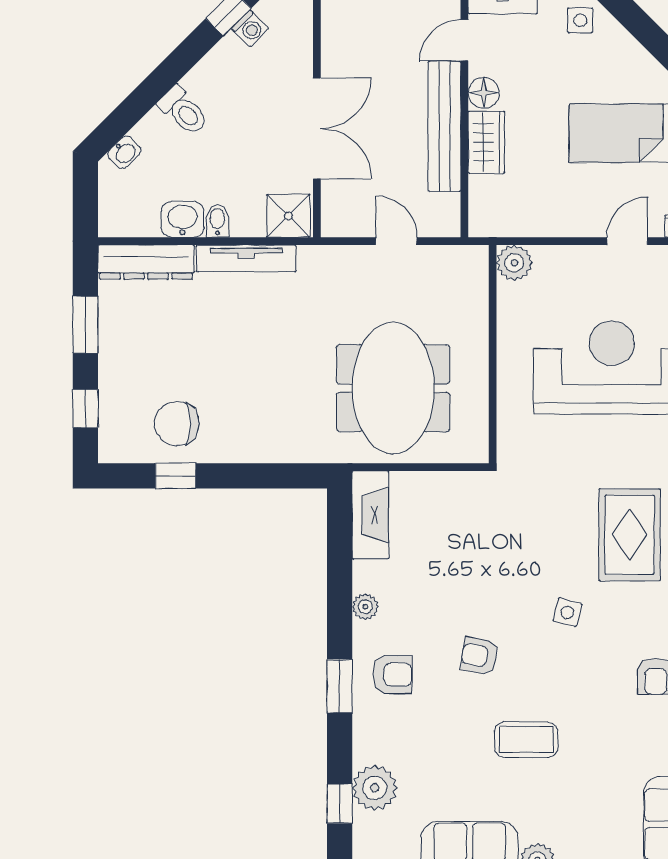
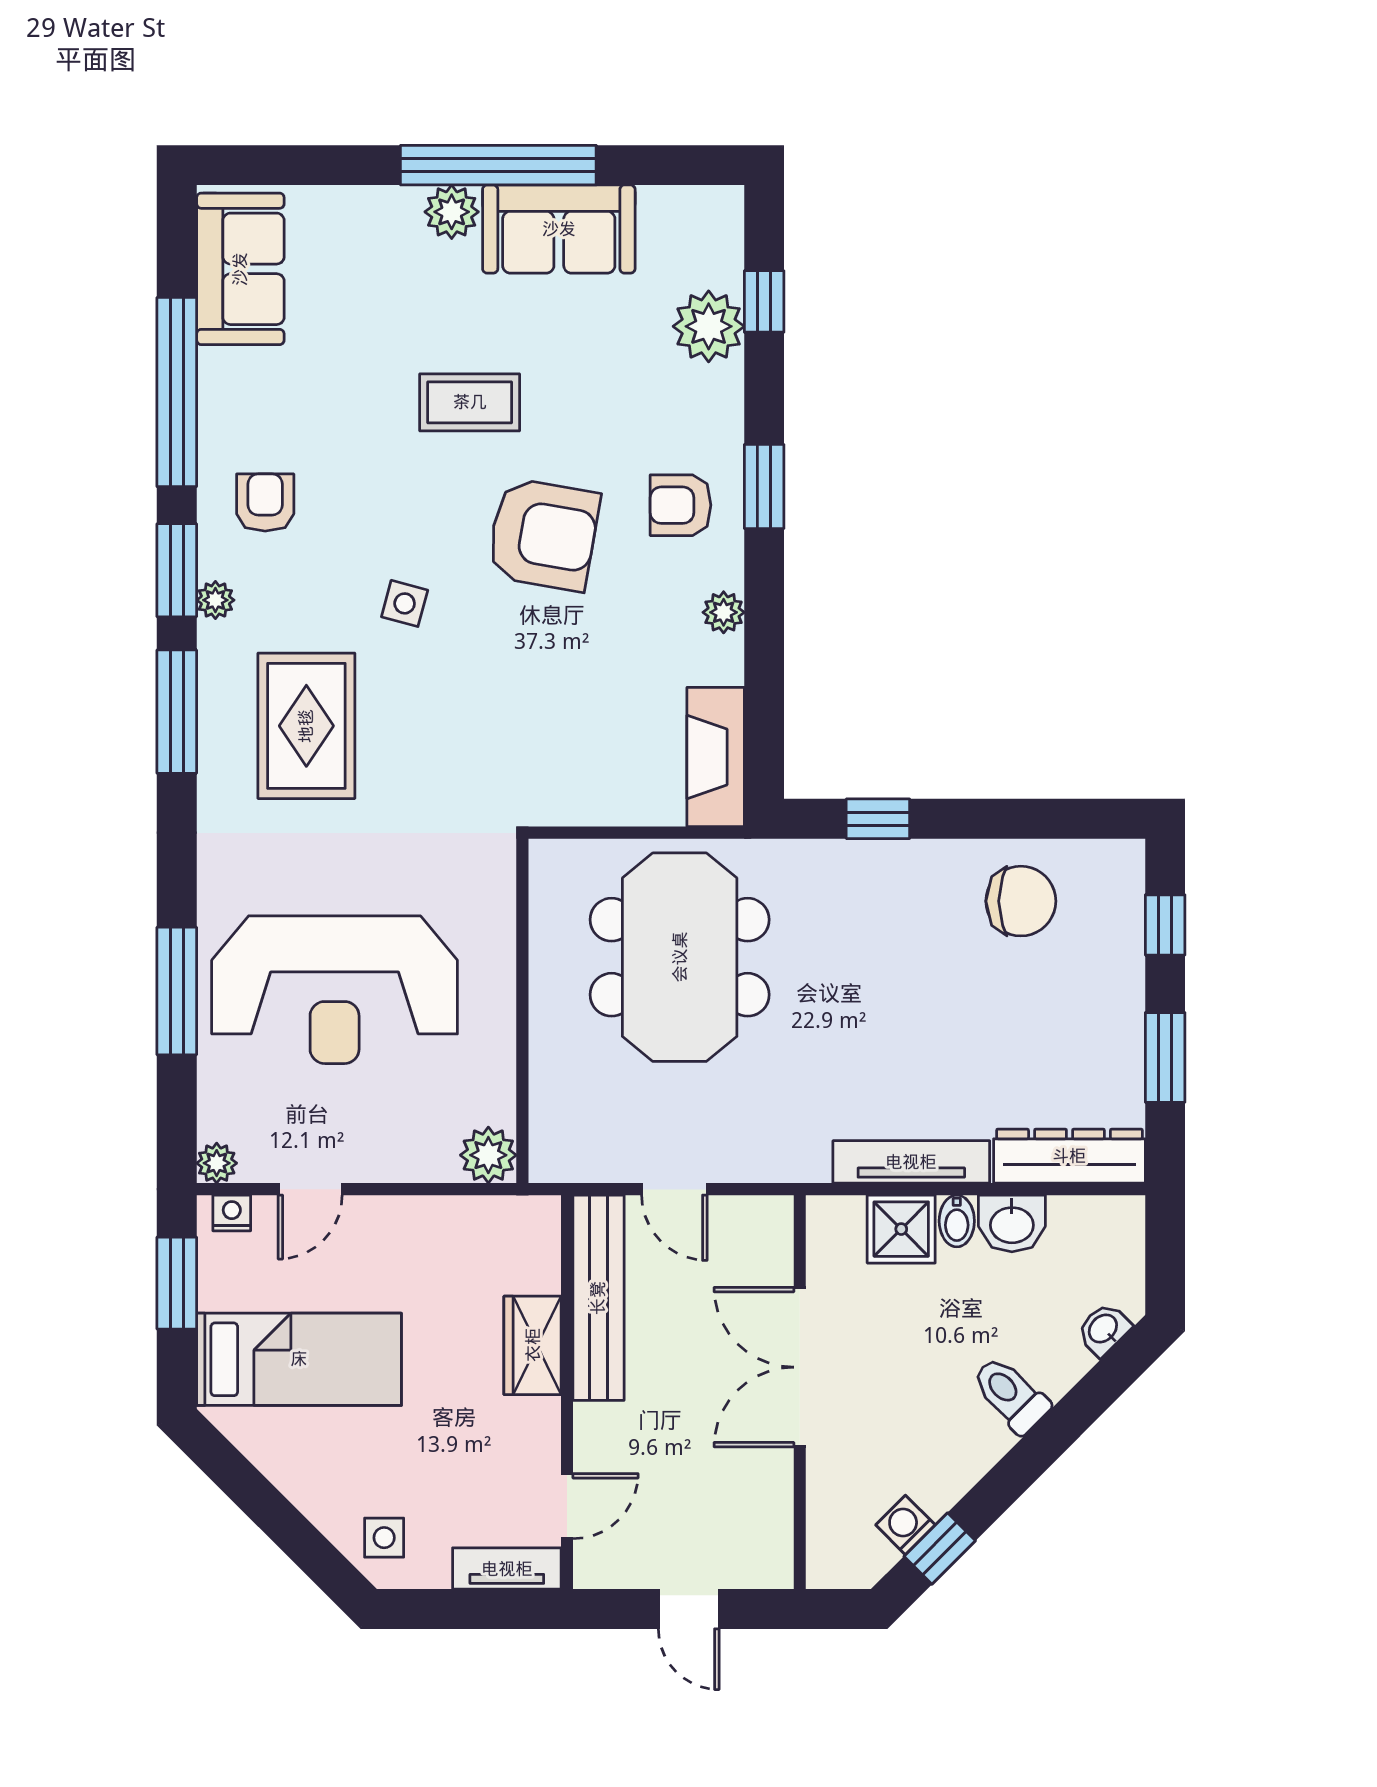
floor lamp: (484, 93) -> (537, 1423), removed
bench: (444, 126) -> (598, 1298), moved
shower: (288, 216) -> (901, 1229), moved
window: (176, 476) -> (878, 819), moved
armchair: (479, 656) -> (543, 535), width x1.88, depth x1.88

